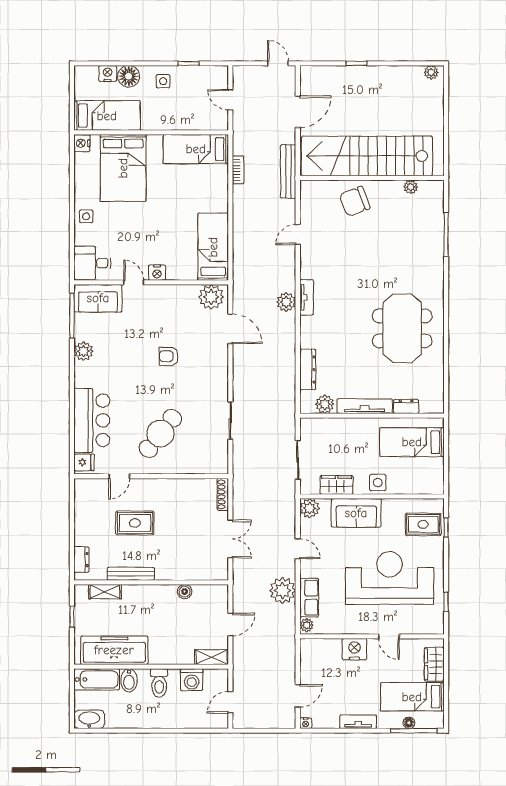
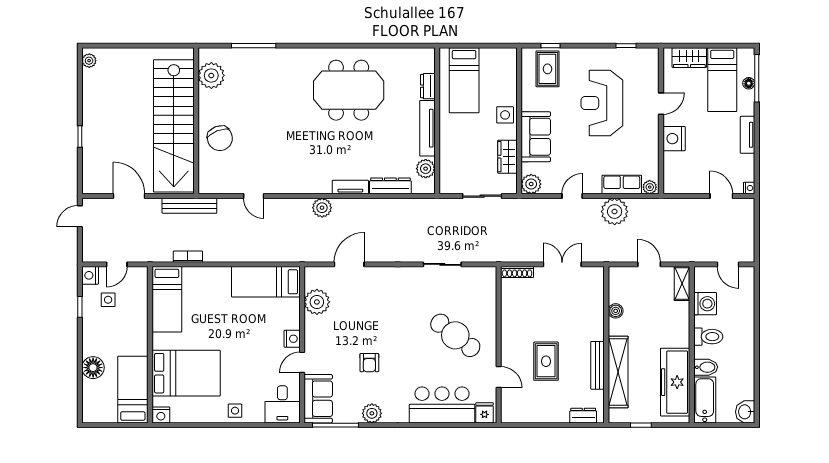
nightstand: (108, 73) -> (90, 275), moved
side table: (163, 81) -> (108, 300), moved
plant: (411, 187) -> (211, 75), width x1.88, depth x1.88
plant: (211, 297) -> (317, 302), moved
tv unit: (307, 297) -> (350, 187), moved
armchair: (169, 356) -> (369, 363), moved
reception desk: (390, 578) -> (602, 103), width x0.74, depth x0.77
shelving: (105, 592) -> (618, 372), width x2.20, depth x1.33
washbasin: (89, 719) -> (745, 412), width x0.72

